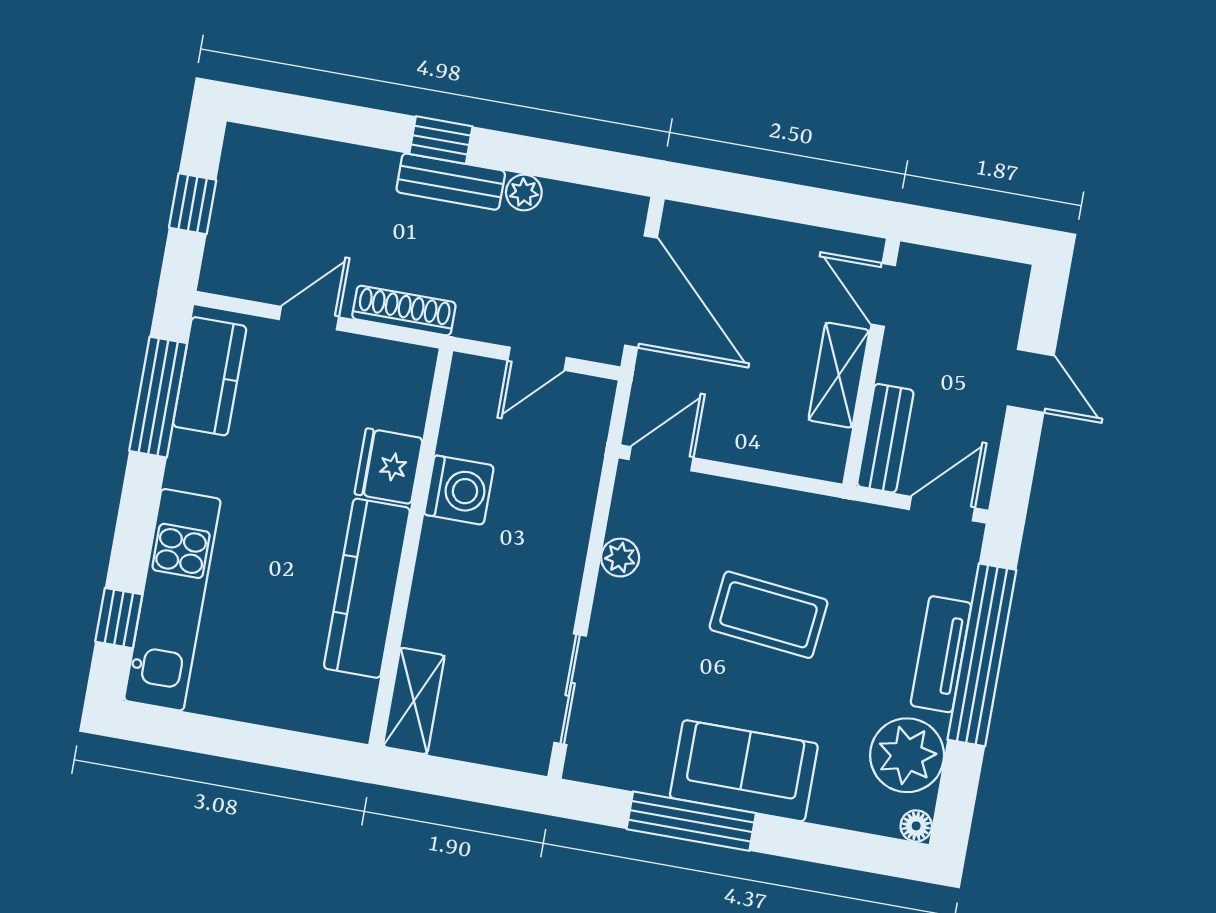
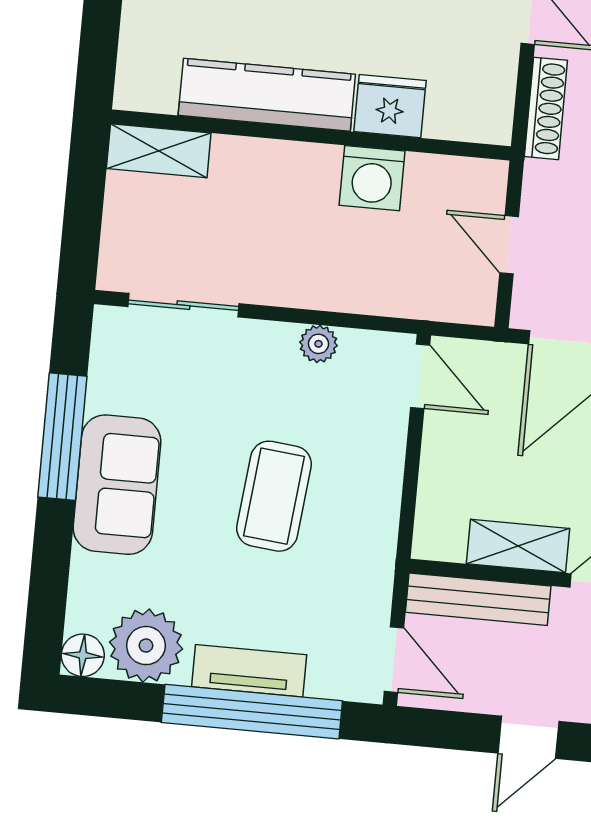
bench: (885, 438) -> (478, 599), width x1.36
floor lamp: (916, 826) -> (83, 655), width x1.37, depth x1.37

